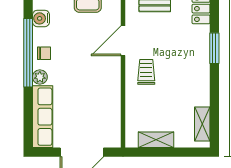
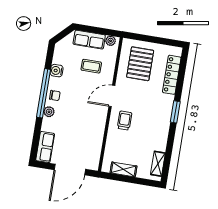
row of seats: (43, 117) -> (45, 147), width x0.68

